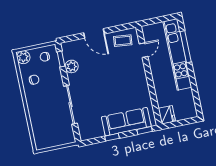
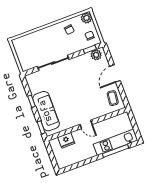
door: (144, 50) -> (86, 124), moved
kitchen unit: (177, 54) -> (115, 142), width x0.73
plant: (72, 66) -> (96, 55), moved
fridge: (167, 115) -> (66, 140), moved

